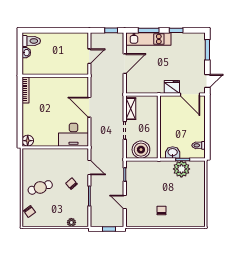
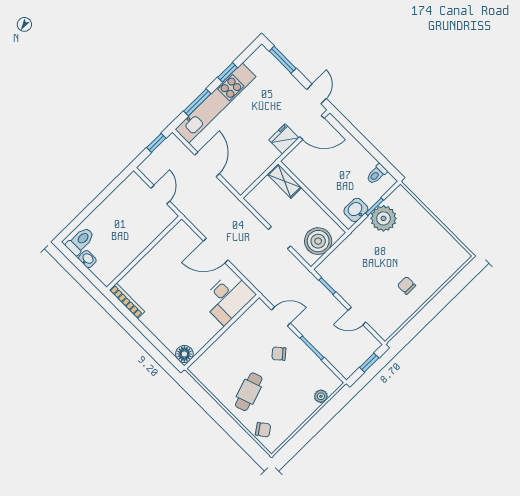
kitchen unit: (148, 39) -> (215, 103), width x1.36
shelving: (131, 109) -> (284, 181), moved

